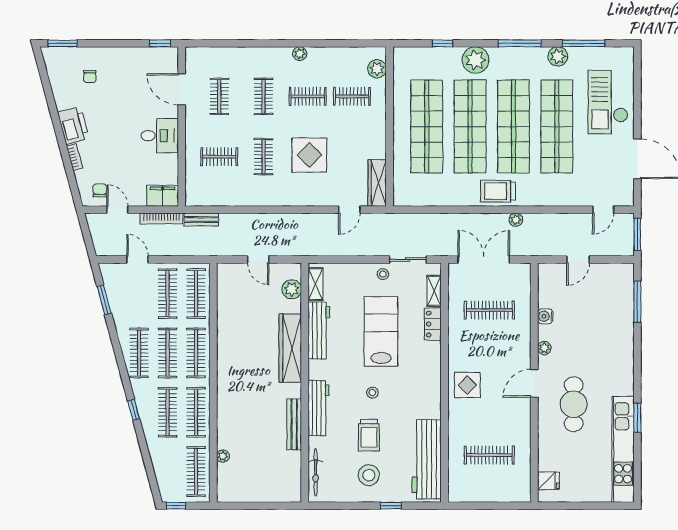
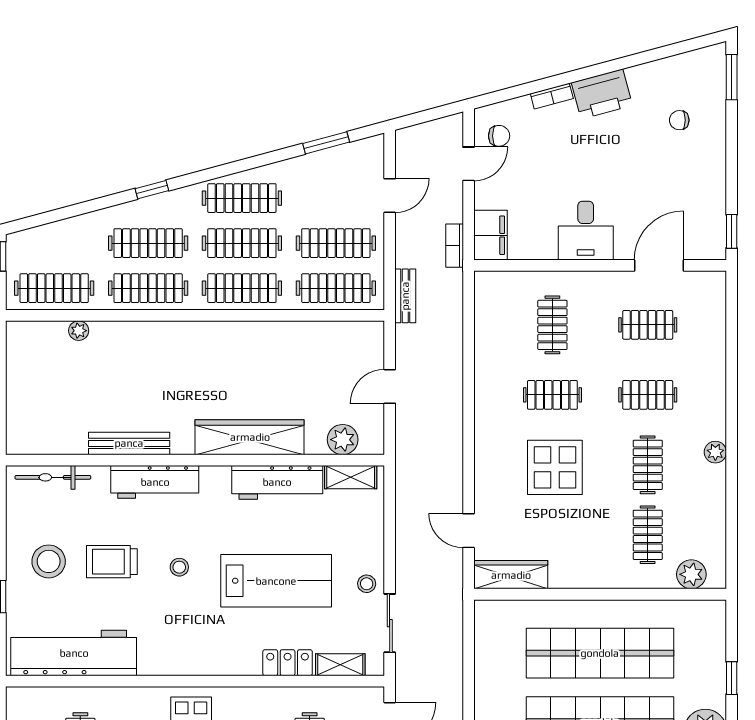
bookcase: (161, 218) -> (455, 246), width x0.64
bench: (201, 220) -> (405, 296), moved

